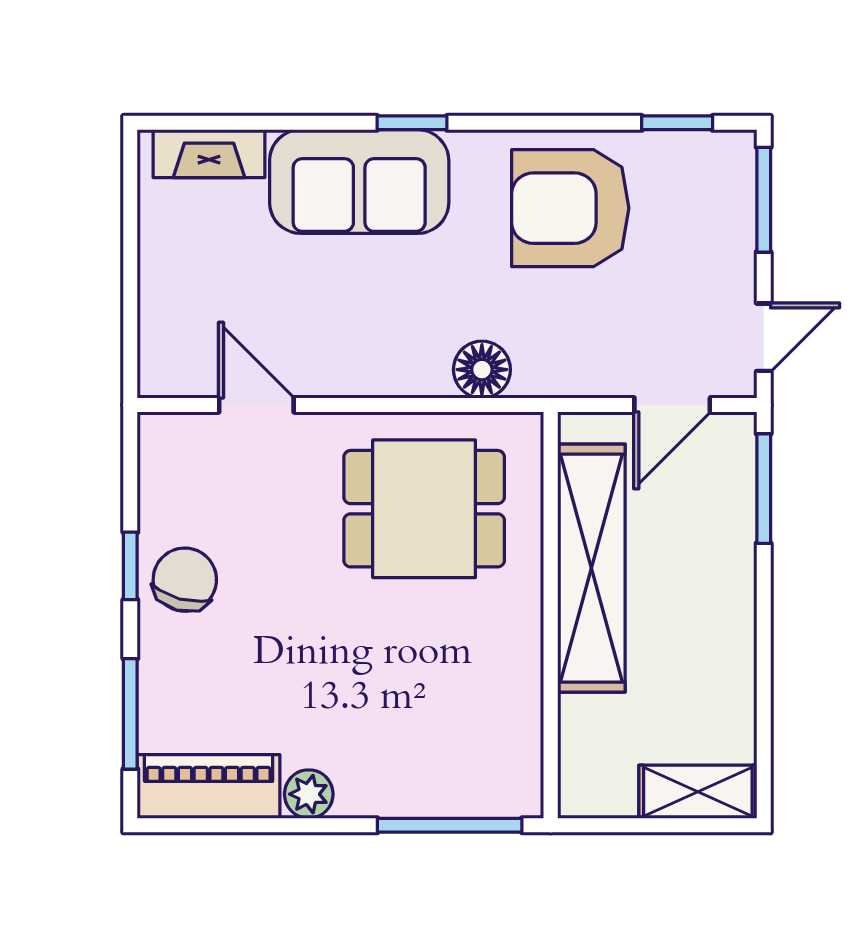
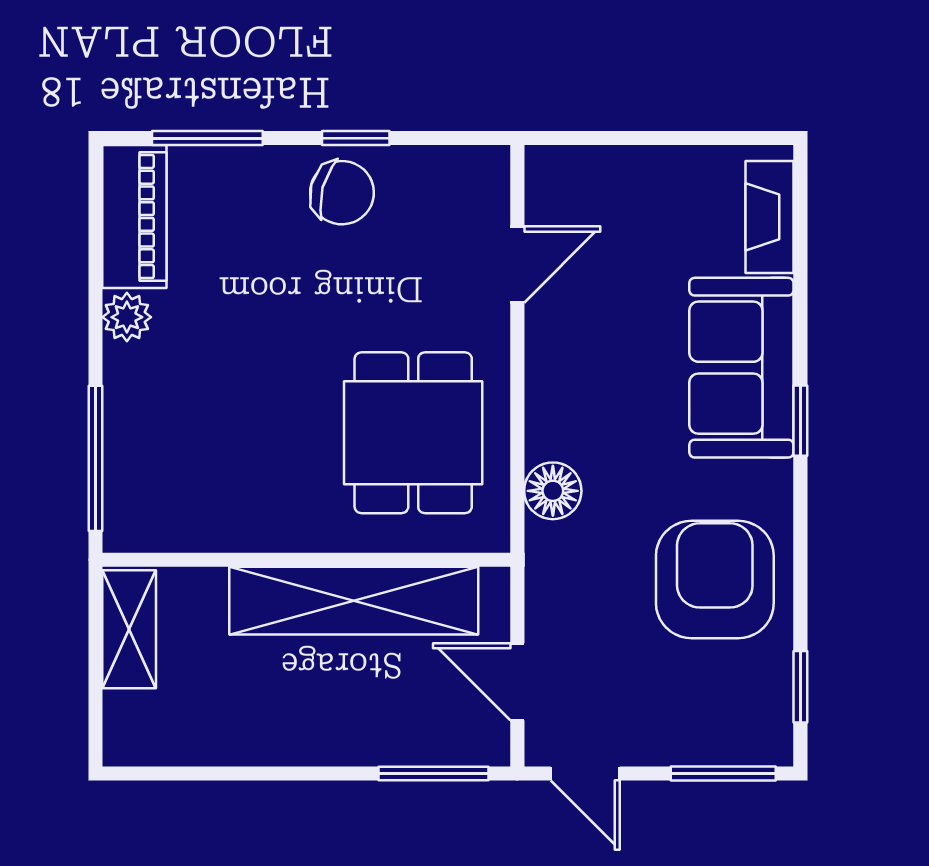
shelving: (698, 792) -> (129, 629), moved

